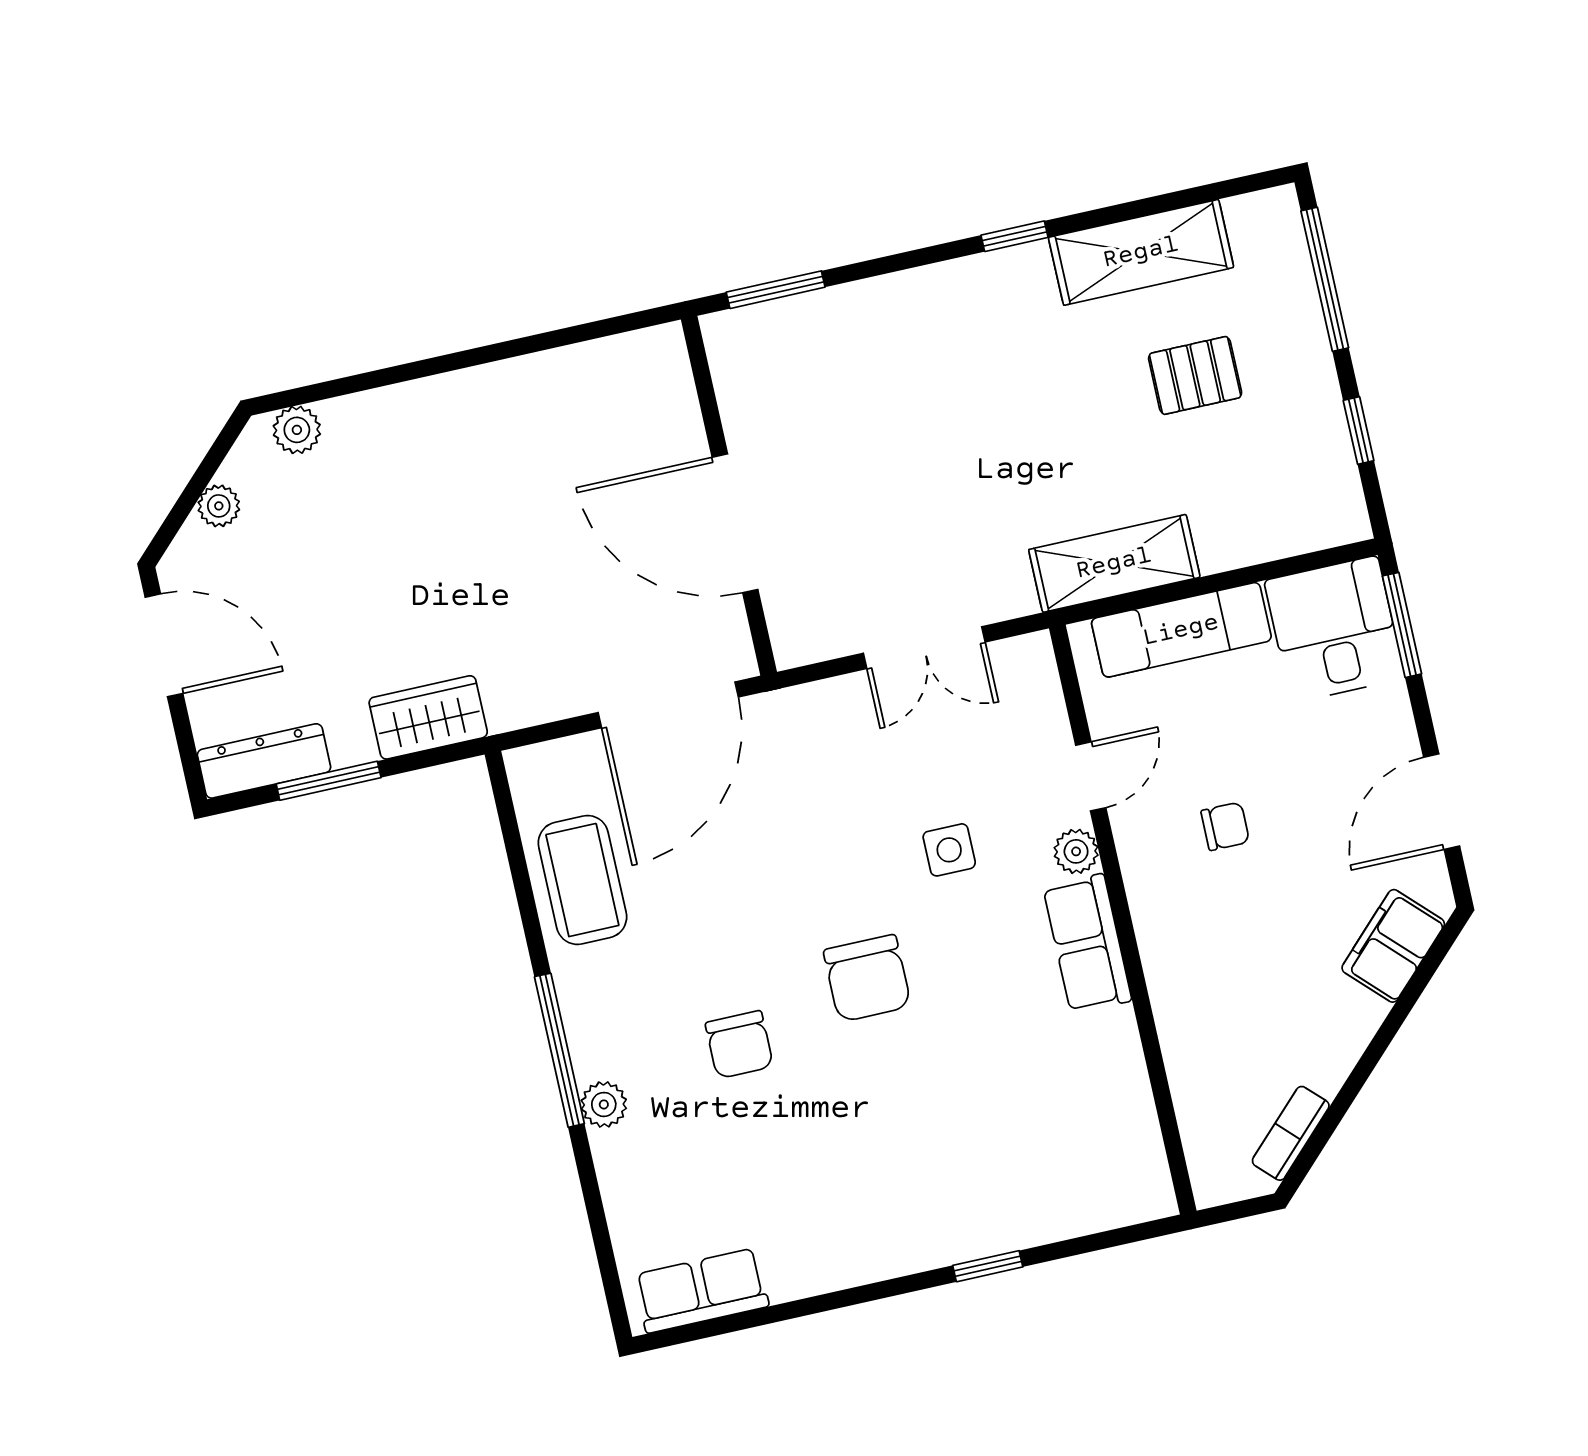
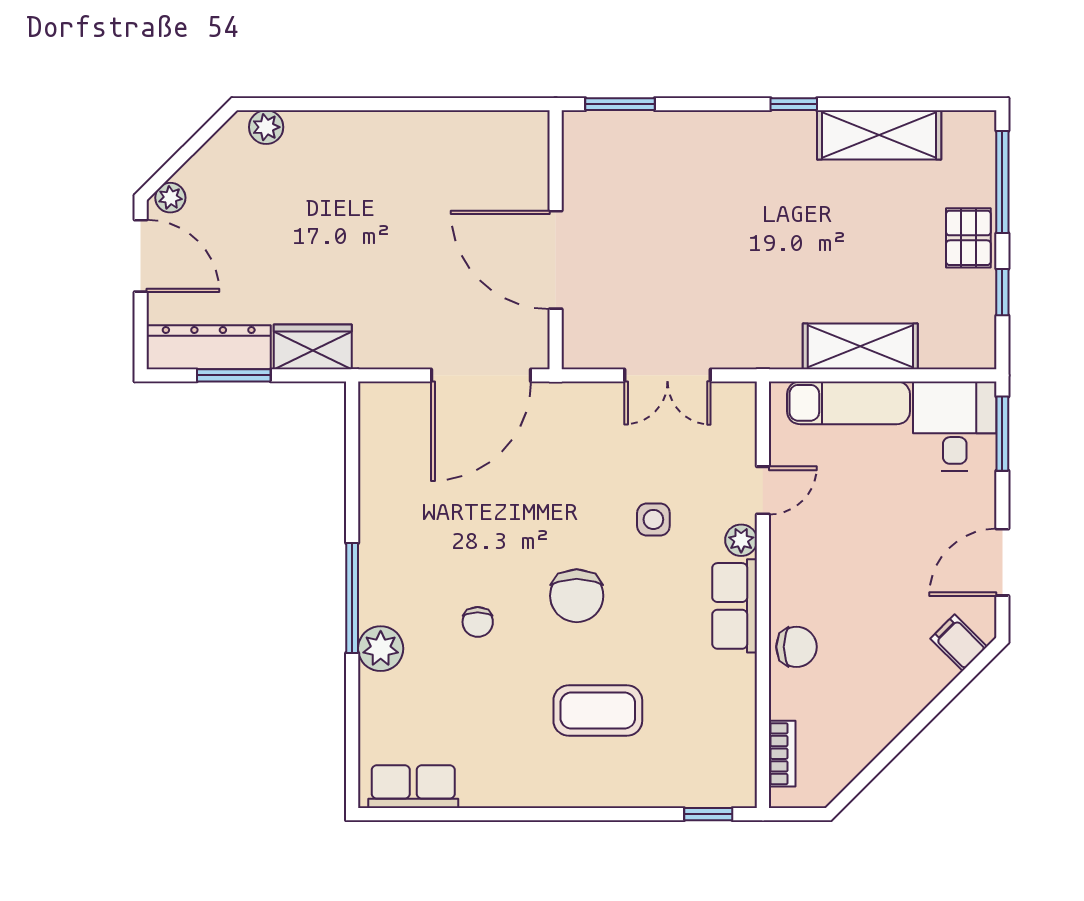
pallet: (1195, 375) -> (968, 238), moved, turned 90
plant: (219, 506) -> (170, 198), moved
shelving: (1114, 563) -> (860, 346), moved
dresser: (264, 761) -> (209, 347), width x1.37, depth x1.24
chair: (1225, 826) -> (796, 647), moved, width x1.37, depth x1.37
coffee table: (582, 880) -> (598, 711), moved, turned 90
filing cabinet: (1393, 946) -> (959, 643), width x0.50
chair: (739, 1045) -> (478, 622), width x0.73, depth x0.73
plant: (604, 1104) -> (381, 649), width x1.38, depth x1.38
bookcase: (1291, 1133) -> (782, 754), moved, turned 135
window: (988, 1266) -> (708, 814), moved

